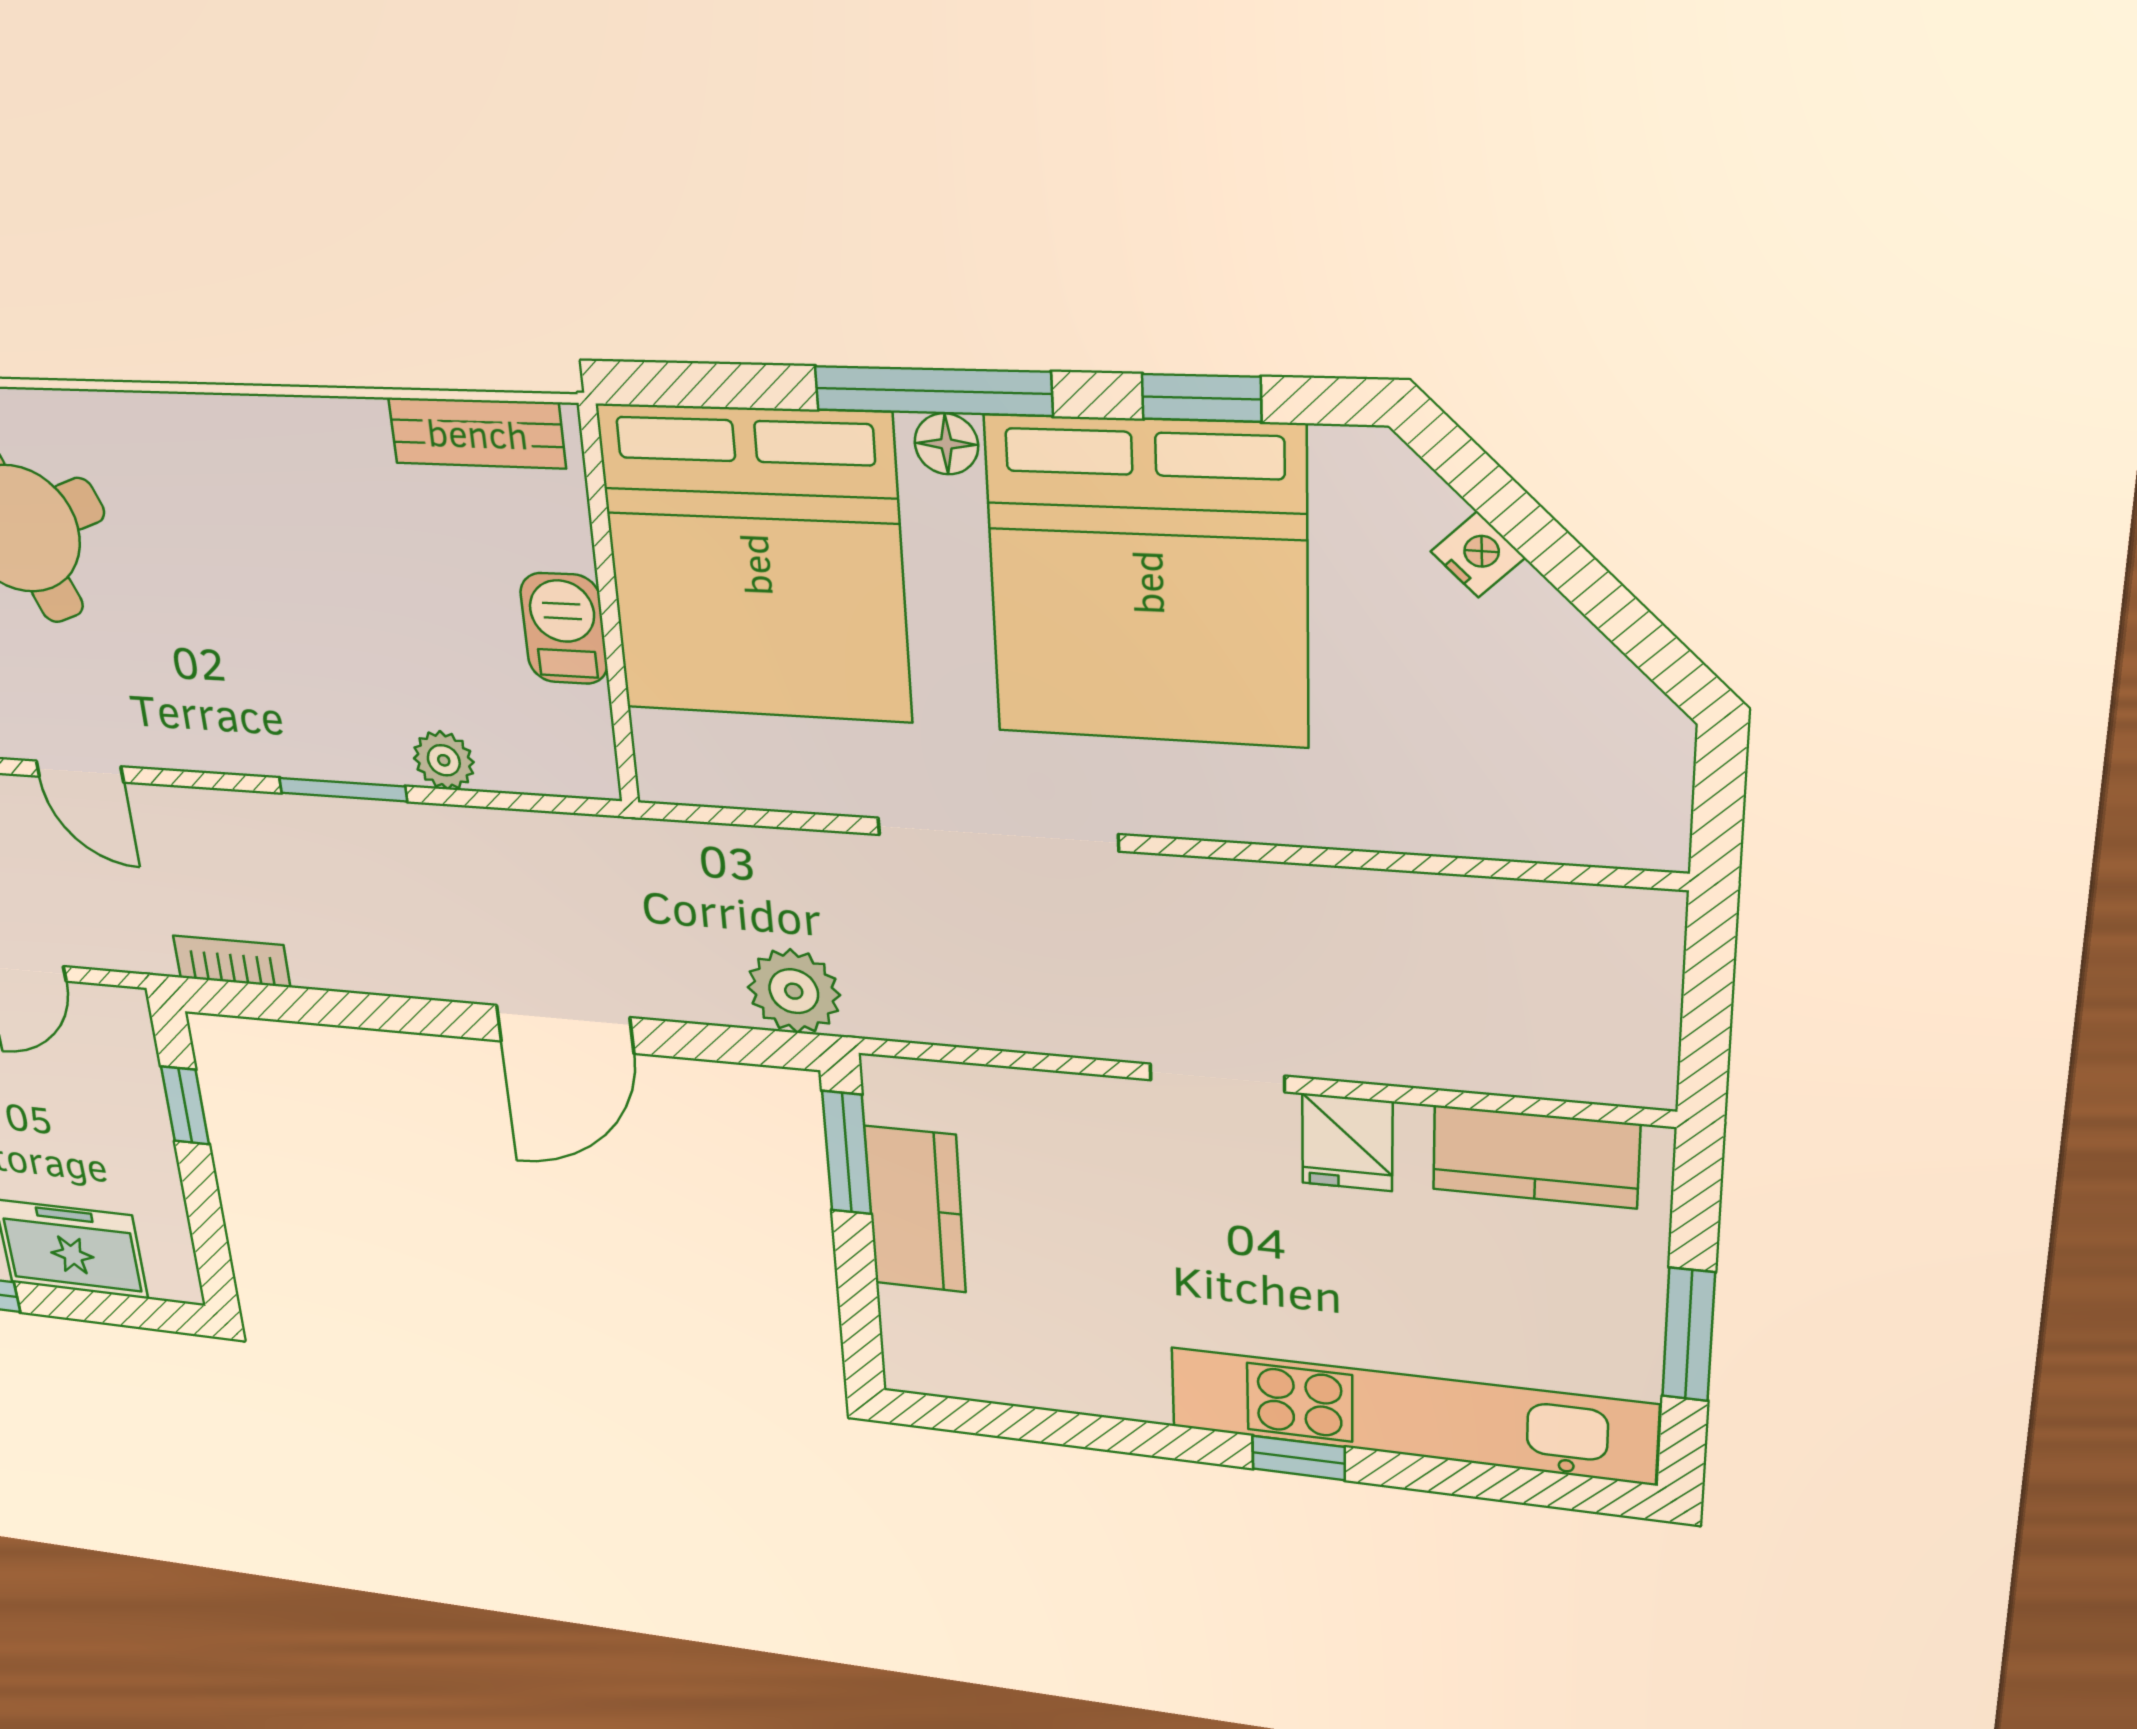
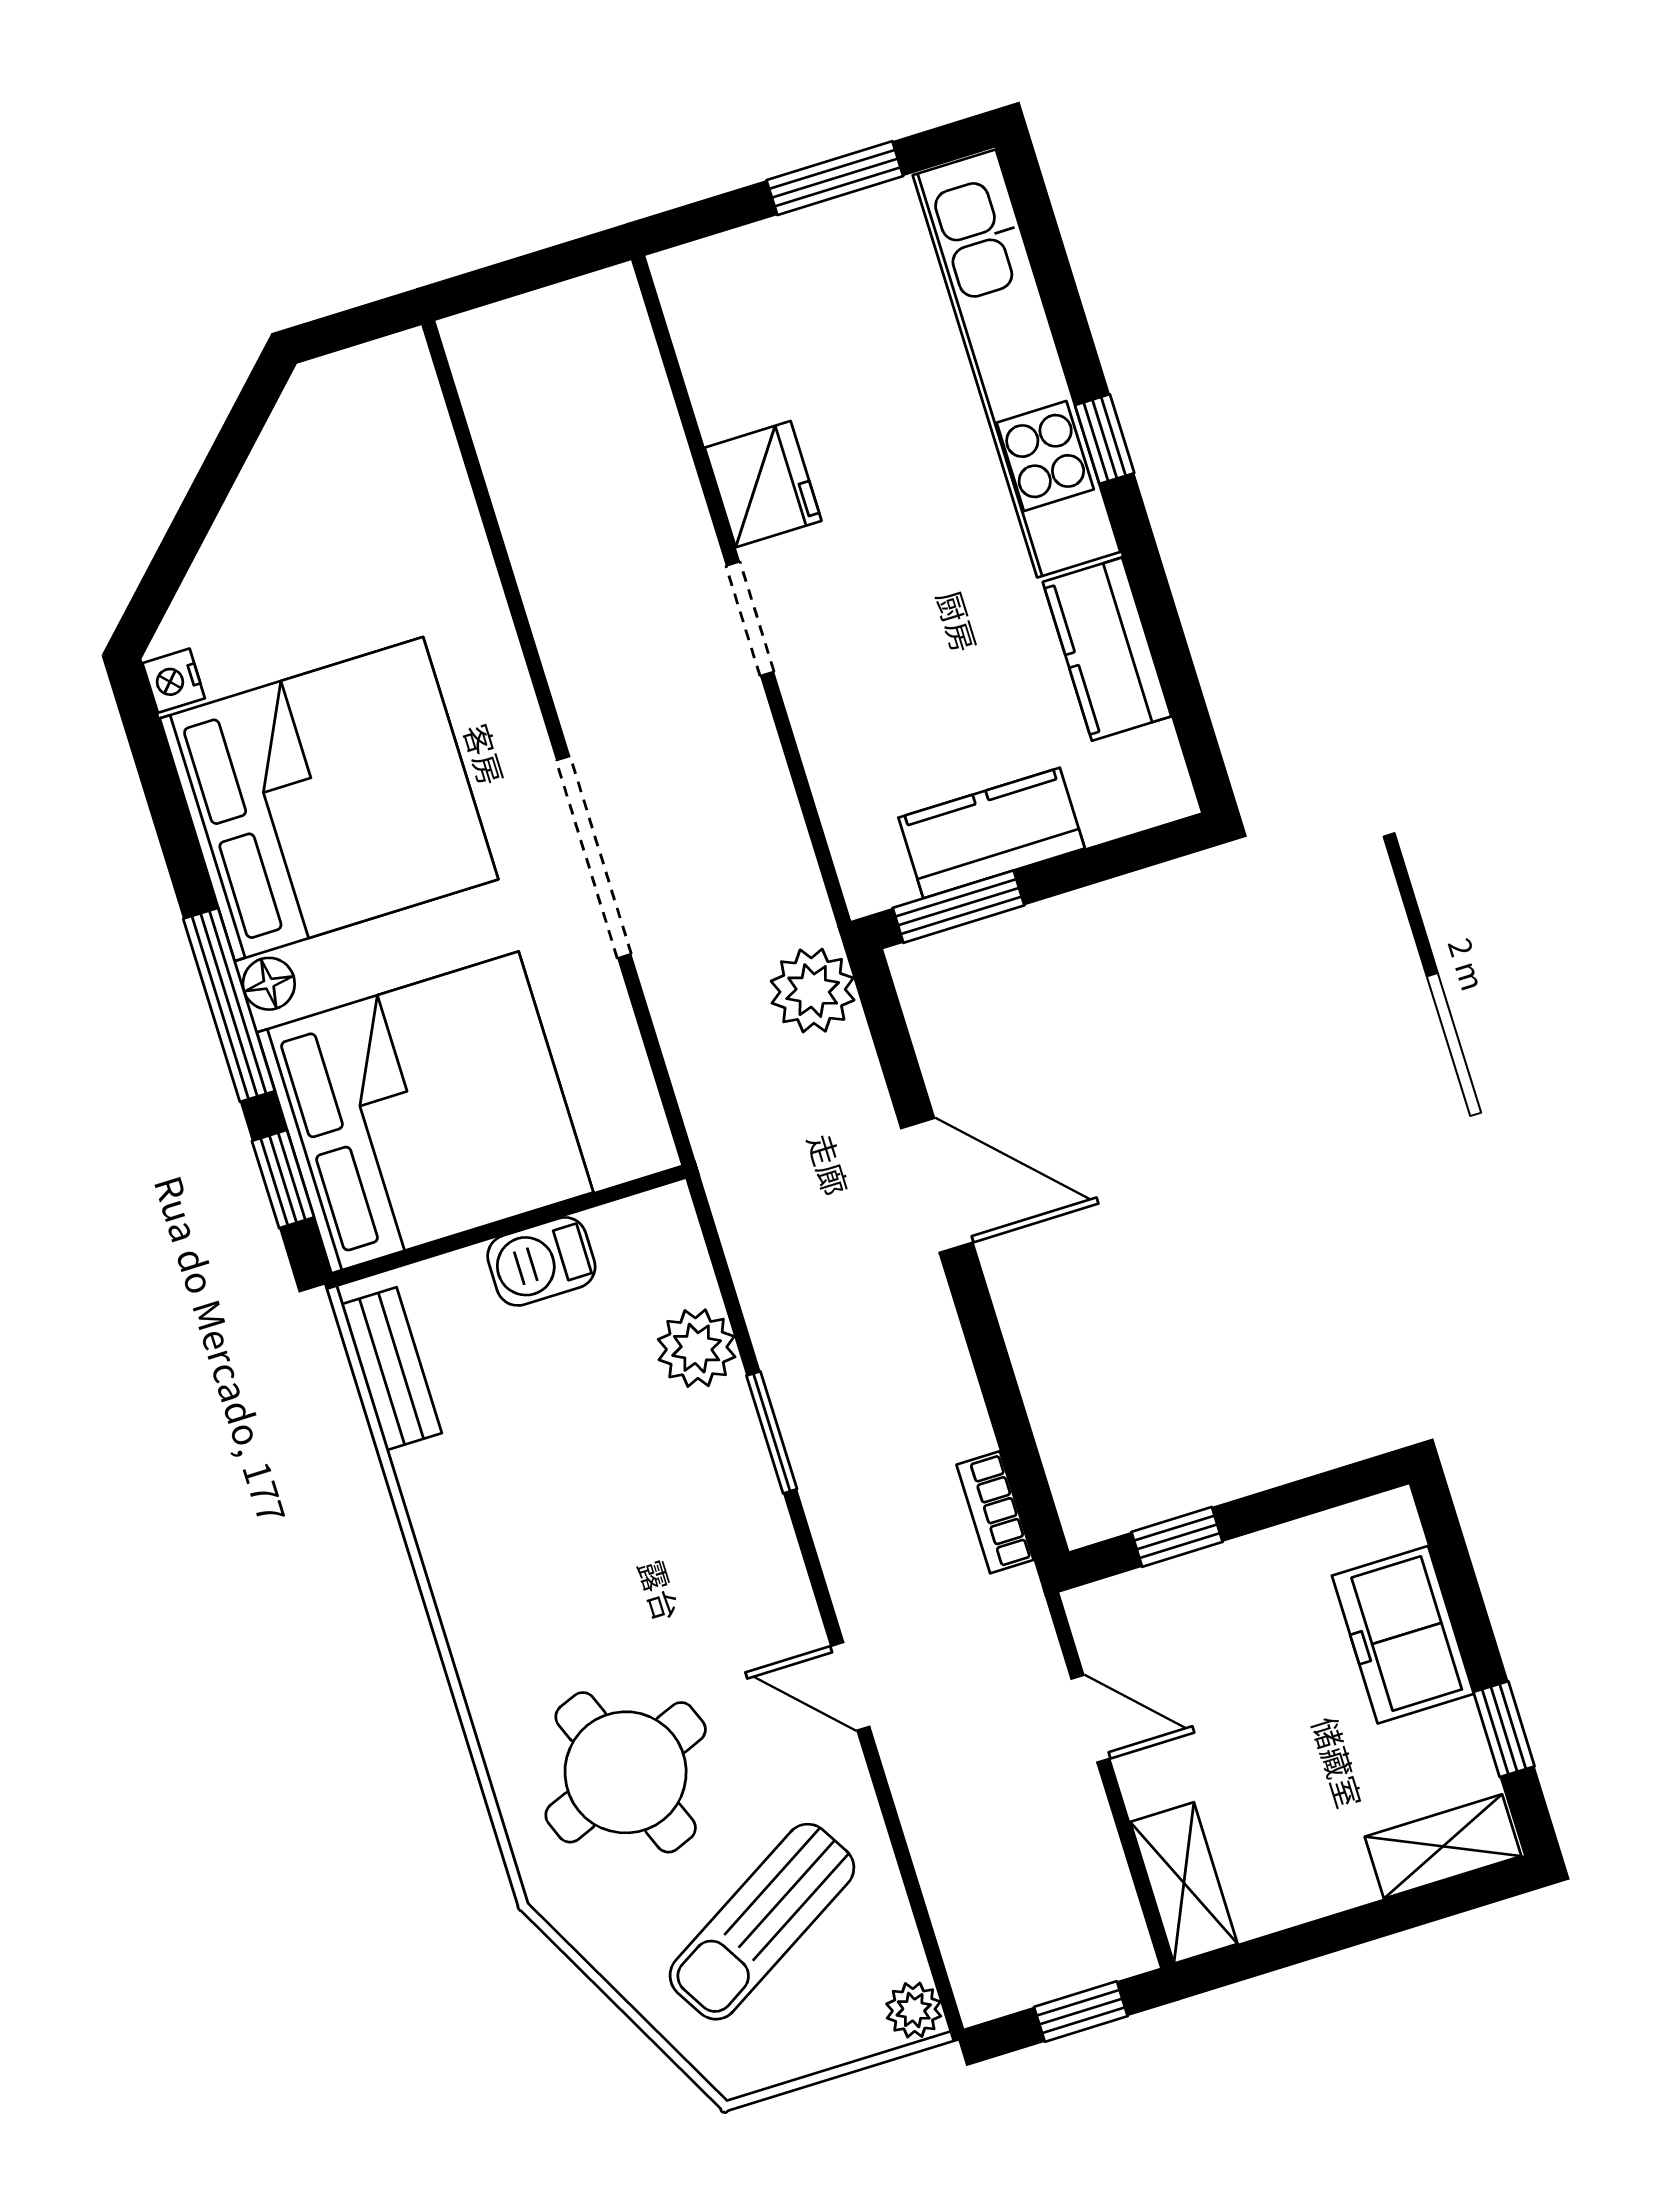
window: (1202, 398) -> (283, 1179), moved
nightstand: (1478, 554) -> (174, 681), moved, turned -45
plant: (444, 760) -> (697, 1348), width x1.38, depth x1.38
door: (80, 772) -> (850, 1686), swing flipped
fridge: (1347, 1142) -> (763, 484), width x1.38
kitchen counter: (1535, 1157) -> (1107, 649), moved, turned 180

